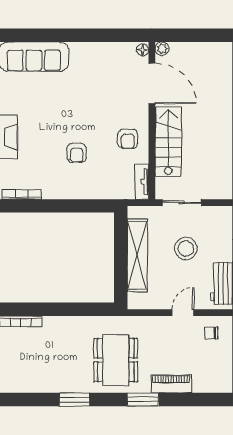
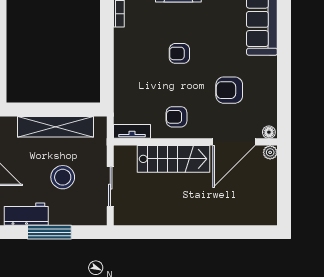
armchair: (102, 88) -> (229, 90), added
armchair: (77, 153) -> (179, 53), moved
sliding door: (182, 203) -> (110, 187), moved

